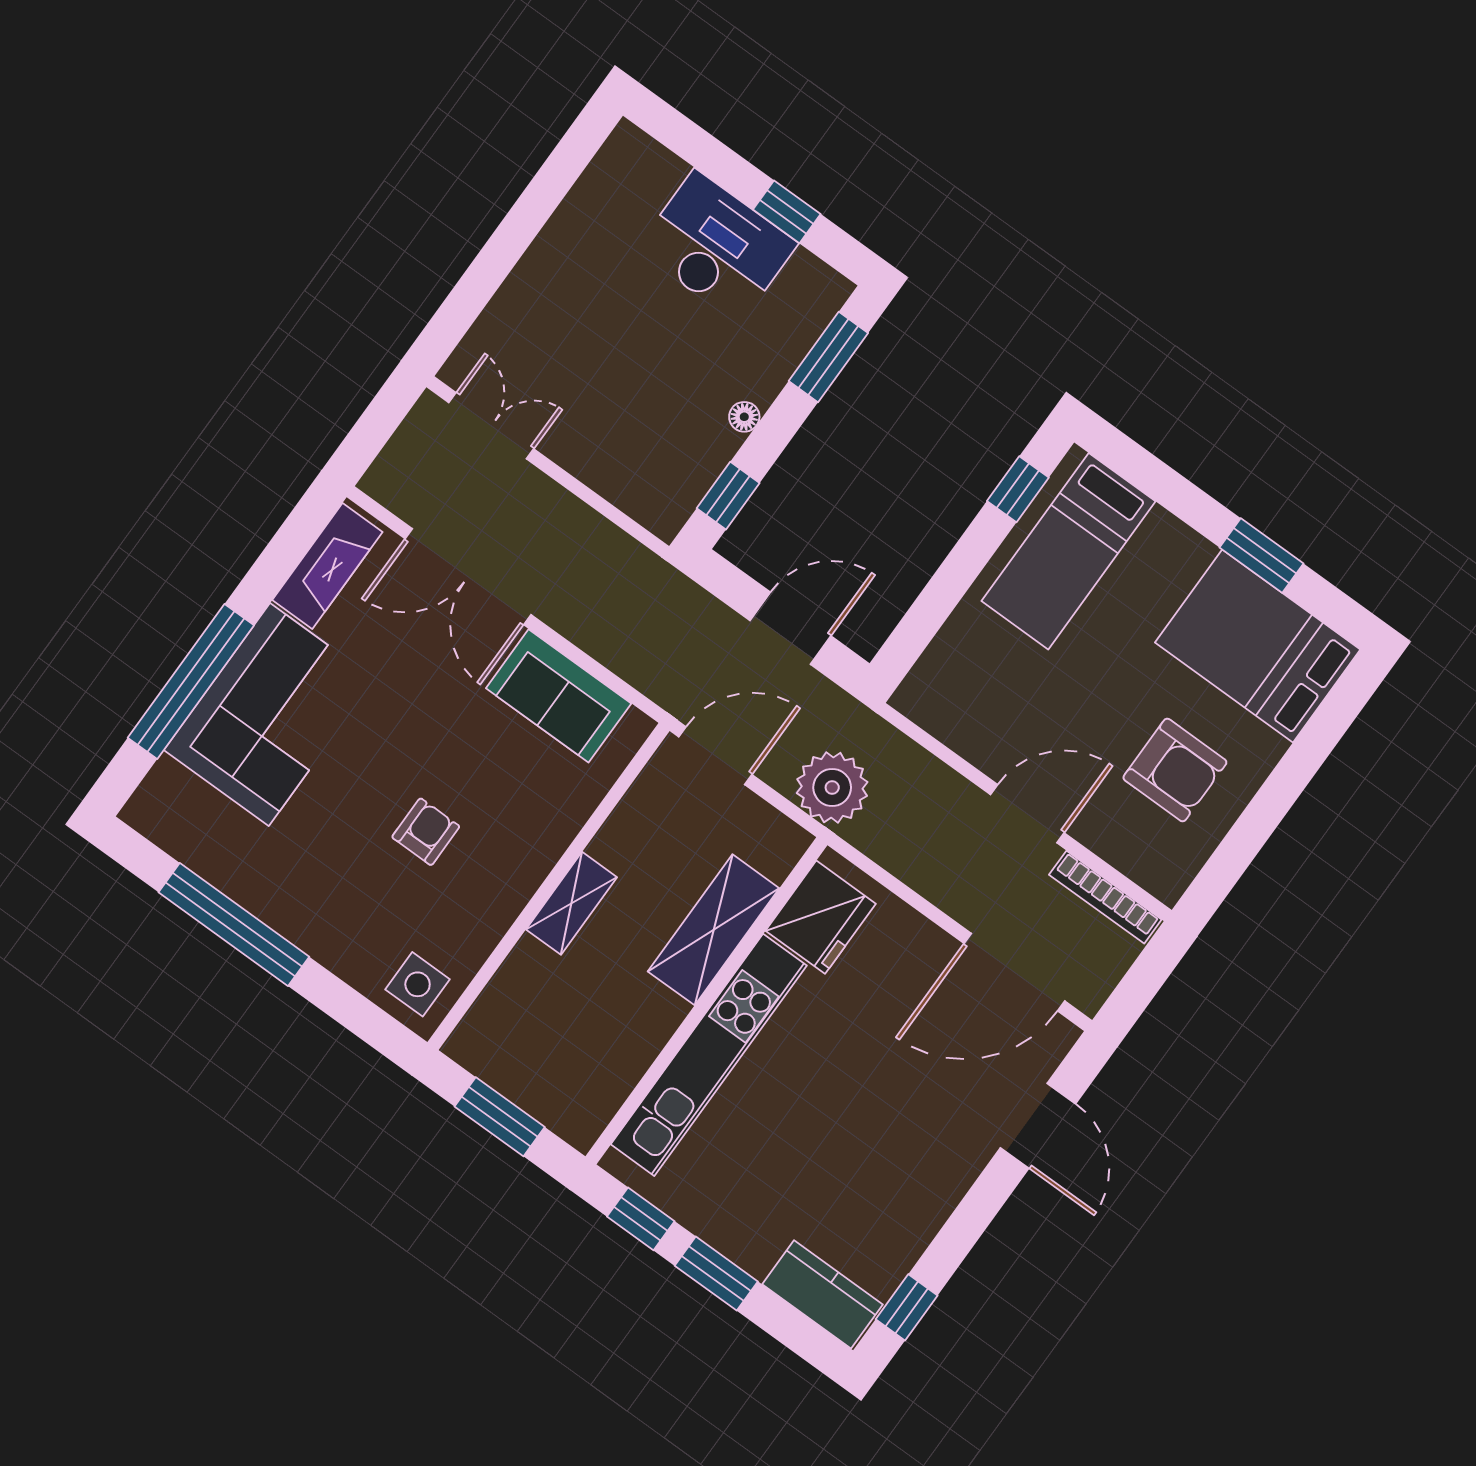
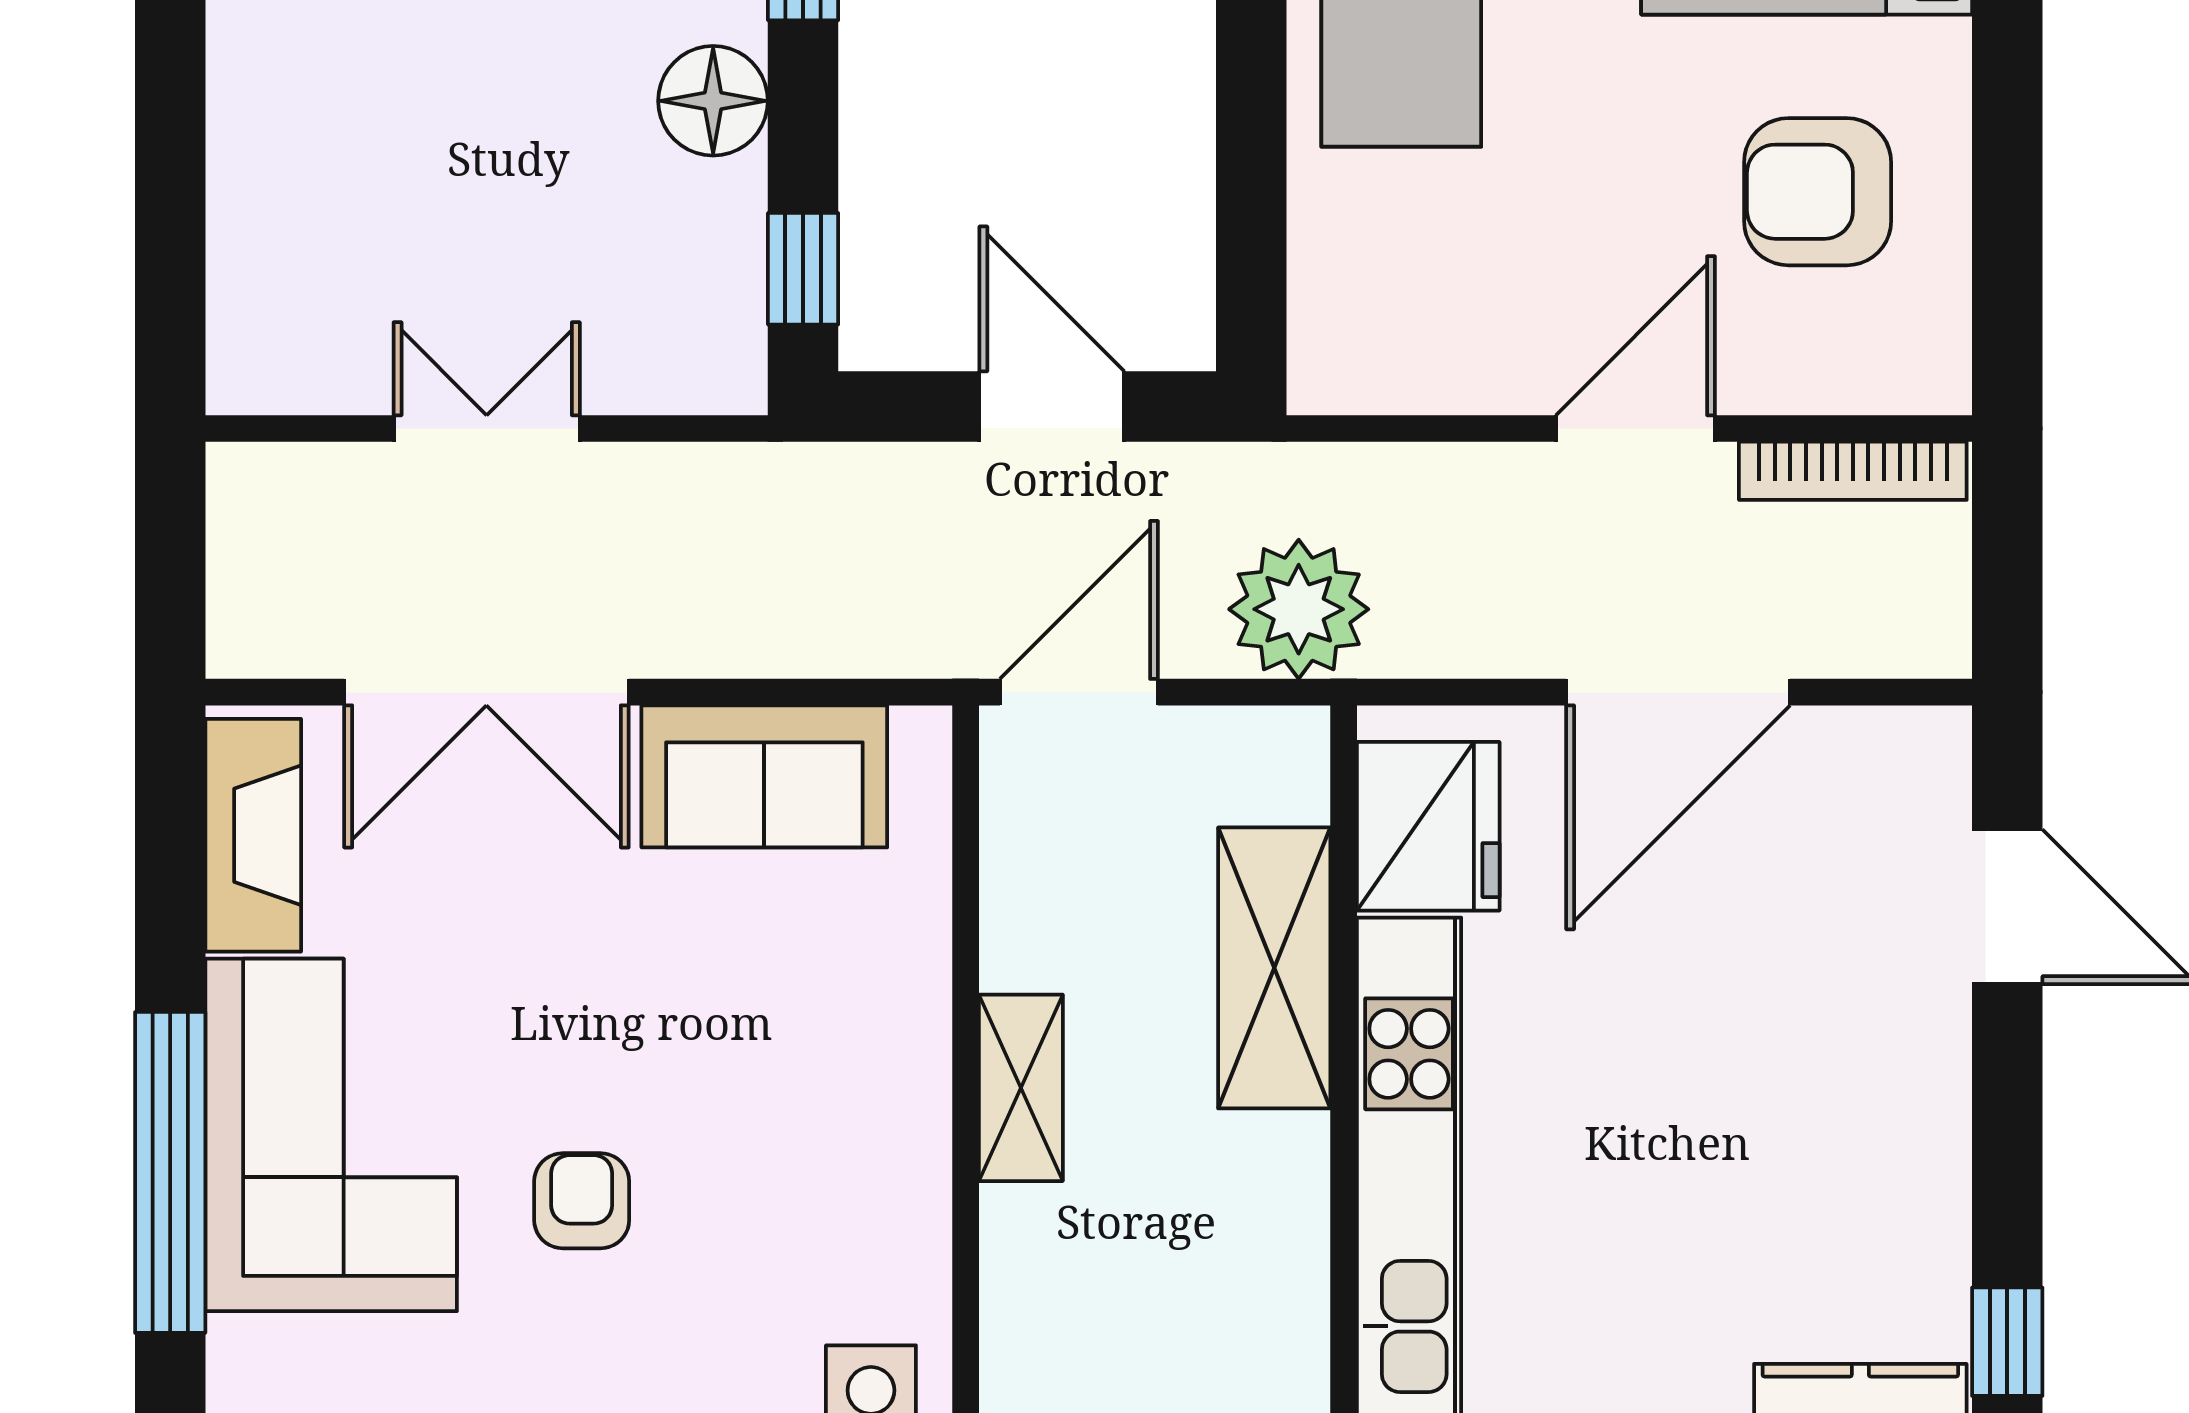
floor lamp: (744, 417) -> (713, 101), width x1.89, depth x1.89
double door: (491, 426) -> (487, 428), moved
door: (790, 628) -> (1052, 406), hinge flipped
armchair: (1175, 770) -> (1818, 192), turned 180
armchair: (426, 832) -> (582, 1201), moved
door: (1014, 972) -> (1678, 692), moved

